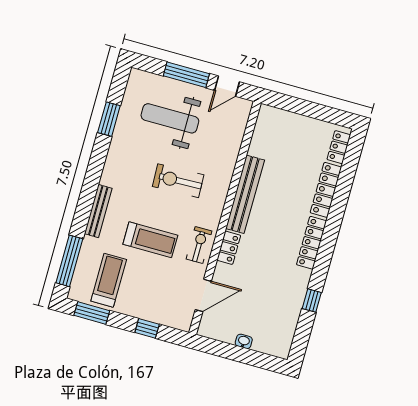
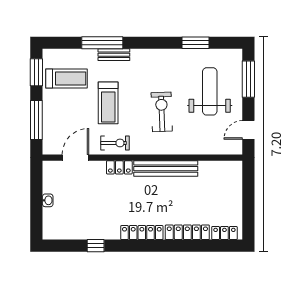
window: (186, 75) -> (248, 79), moved
door: (227, 86) -> (248, 130), hinge flipped
bench: (98, 211) -> (114, 55), width x0.73
window: (69, 261) -> (102, 43), moved
door: (203, 295) -> (75, 158), swing flipped
window: (147, 328) -> (36, 120), width x2.17

